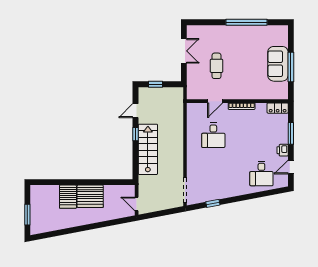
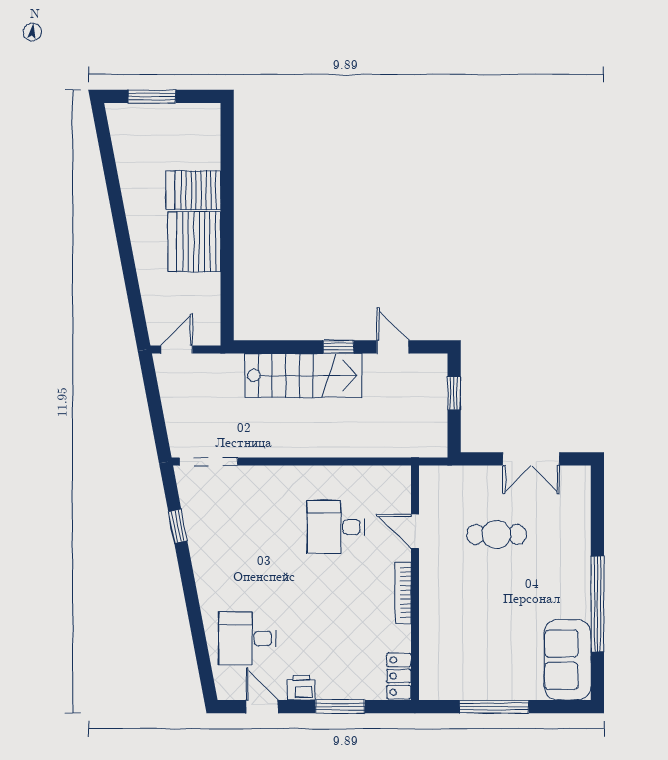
sofa: (278, 64) -> (568, 660), moved, turned -90

